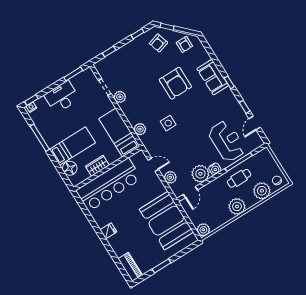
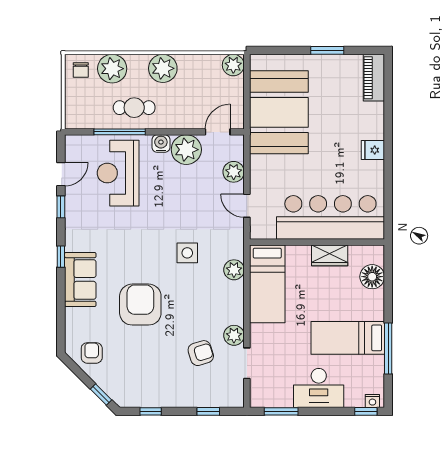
armchair: (158, 43) -> (201, 353), moved
bed: (73, 146) -> (348, 338), moved

